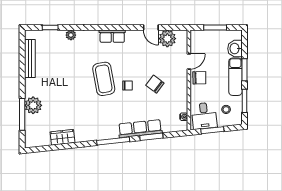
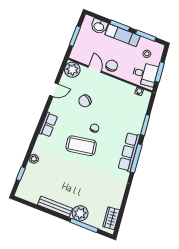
plant: (167, 39) -> (72, 70), moved
bench: (30, 58) -> (55, 207), moved
chair: (155, 84) -> (85, 101), moved
row of seats: (140, 129) -> (129, 152), moved
wardrobe: (62, 137) -> (111, 218), moved

